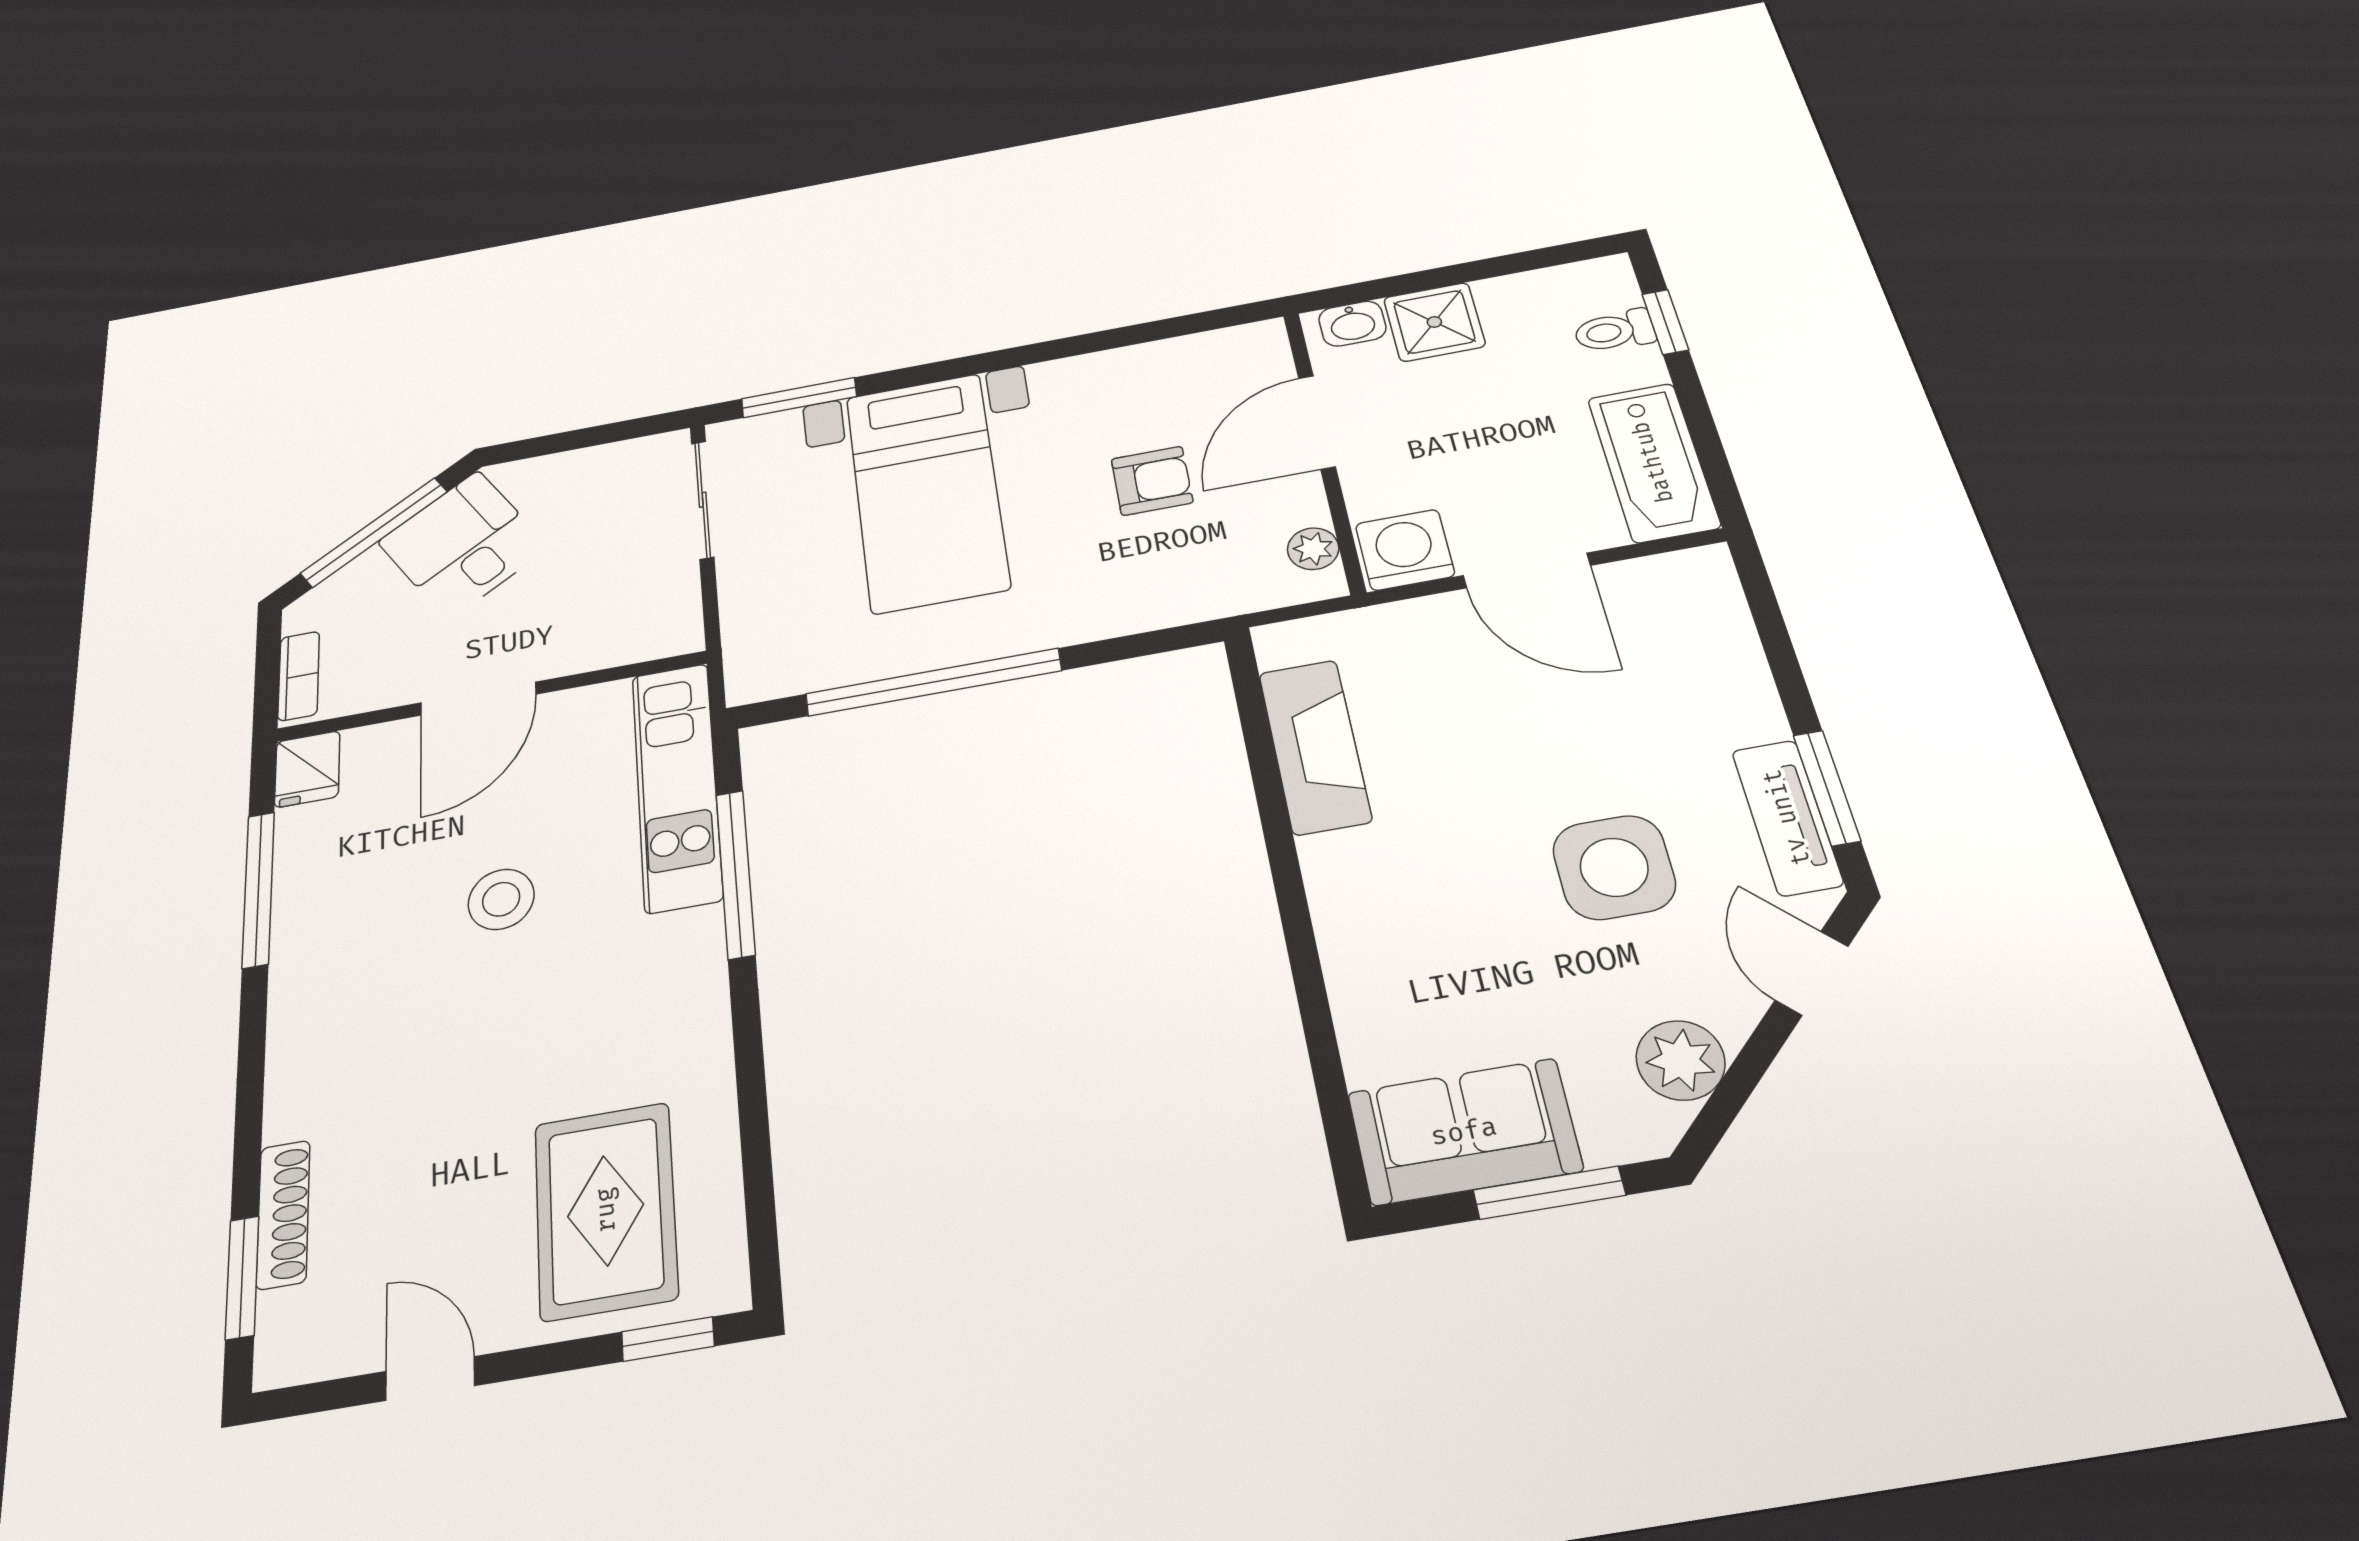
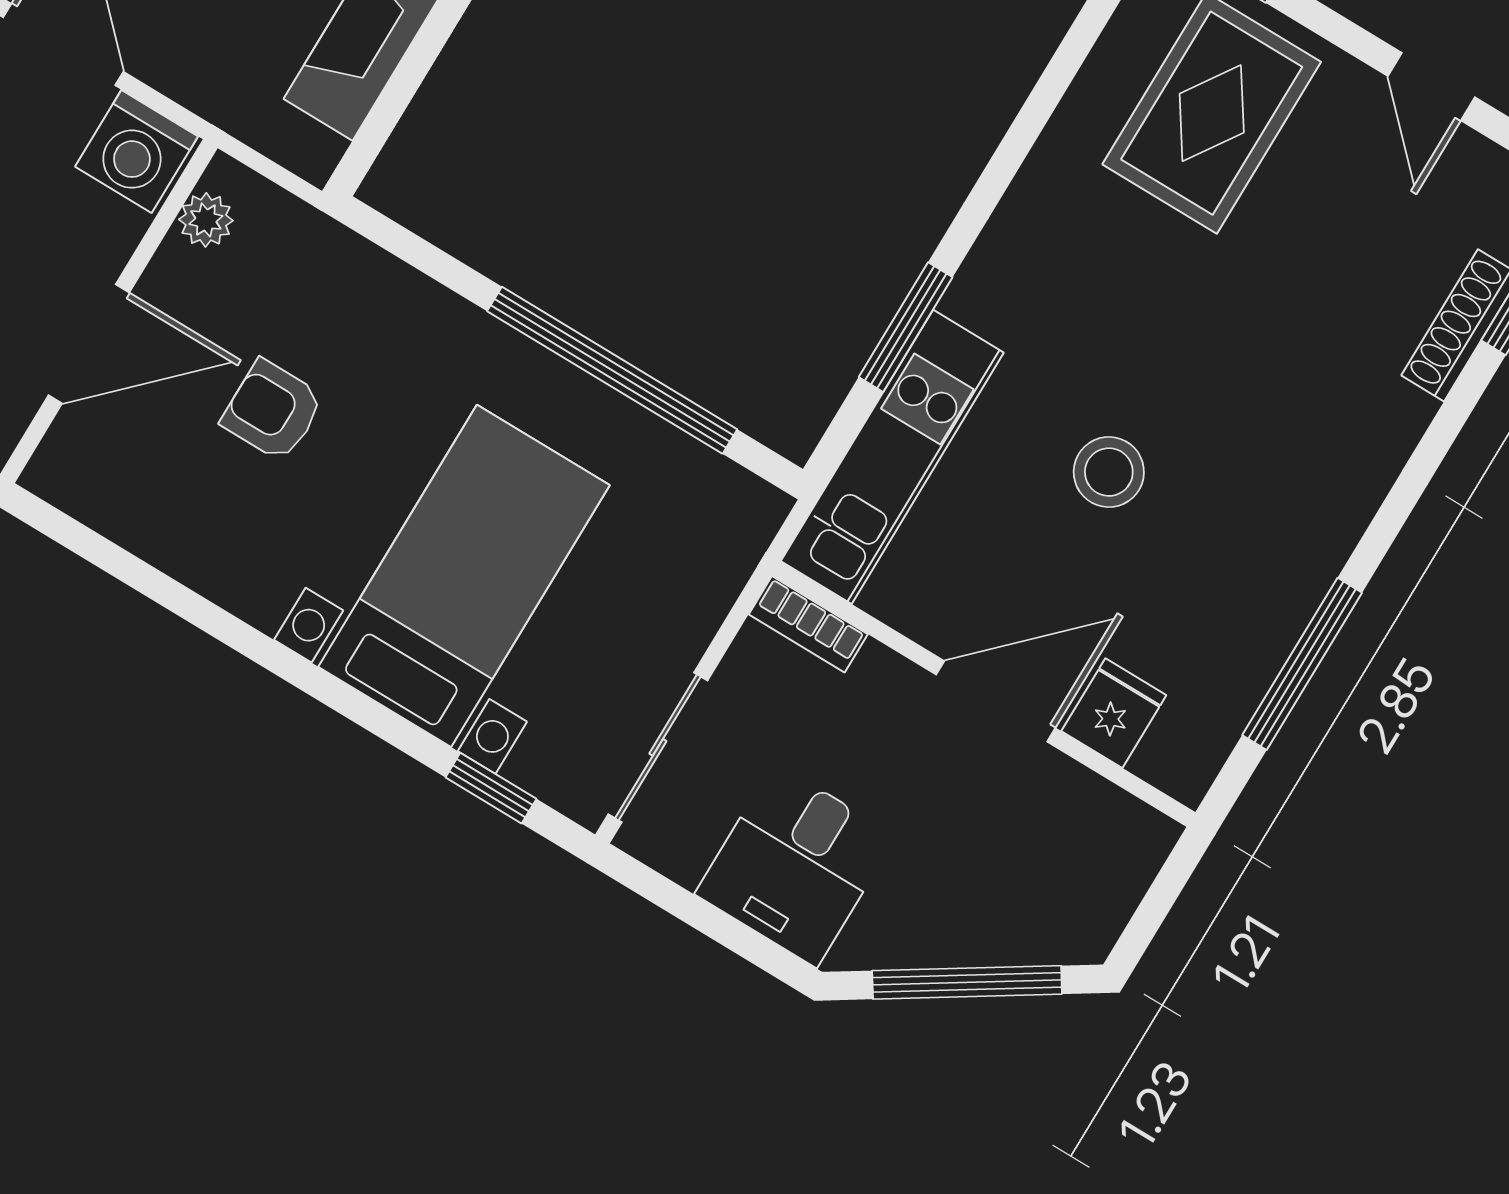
window: (799, 398) -> (491, 788), width x0.67
desk: (463, 544) -> (796, 865), moved, turned 33
bookcase: (299, 676) -> (808, 624), moved, turned -90
fridge: (307, 769) -> (1114, 713), moved
window: (735, 874) -> (906, 327), width x0.69

